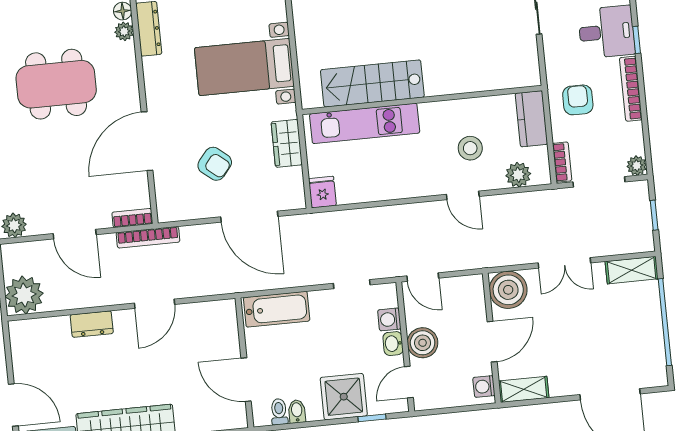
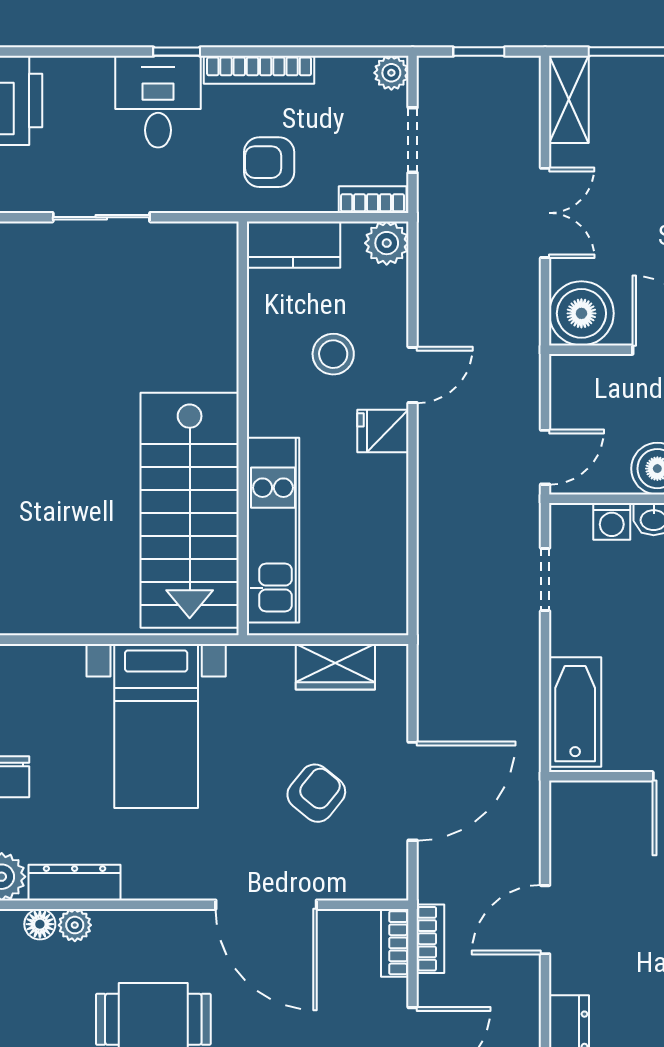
stairs: (372, 83) -> (190, 510), width x1.36, depth x1.51
wardrobe: (287, 143) -> (335, 667), moved
plant: (518, 175) -> (387, 243), moved
doorway: (599, 182) -> (413, 140), width x0.73
fridge: (322, 192) -> (383, 431), moved
door: (249, 217) -> (413, 791), moved
bookcase: (148, 237) -> (430, 939), width x0.64
door: (154, 304) -> (545, 920), swing flipped

